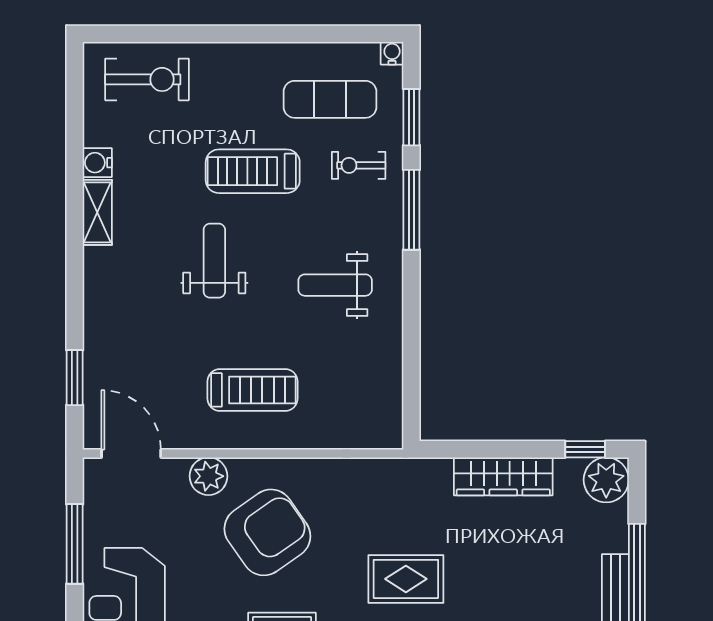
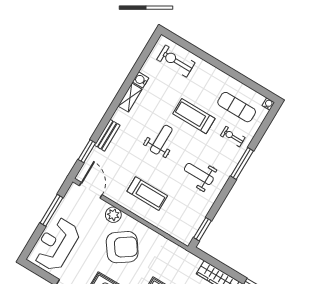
exercise bike: (147, 79) -> (176, 61), turned 180
window: (411, 117) -> (202, 229), moved
bench: (97, 319) -> (107, 135), added

